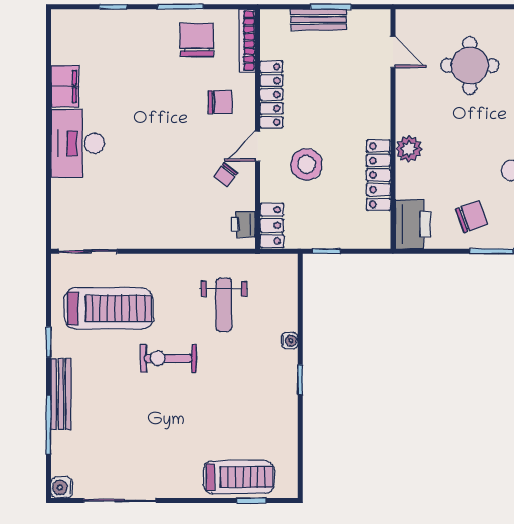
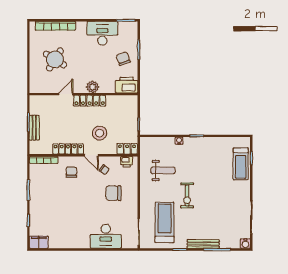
chair: (197, 40) -> (113, 193), moved
door: (393, 52) -> (66, 94), moved
round table: (470, 65) -> (55, 59), turned 32
filing cabinet: (65, 86) -> (39, 242), moved
desk: (78, 143) -> (106, 236), moved
locker: (378, 175) -> (90, 101), moved
treadmill: (239, 477) -> (241, 164), turned 180

